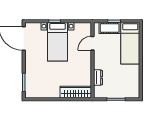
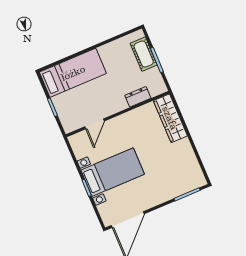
cot: (110, 28) -> (144, 54), moved
door: (93, 43) -> (95, 124), hinge flipped

